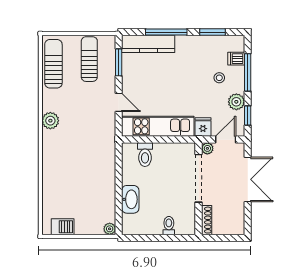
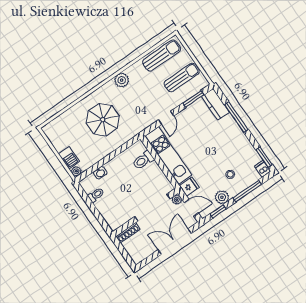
window: (212, 32) -> (264, 157), moved
kitchen counter: (148, 44) -> (215, 104), width x0.67
dishwasher: (236, 59) -> (263, 169), moved
parasol: (76, 167) -> (103, 120), added
double door: (248, 179) -> (175, 241), swing flipped
washbasin: (130, 199) -> (100, 173), width x0.52, depth x0.69
toilet: (169, 226) -> (96, 195), moved
barbecue: (63, 227) -> (69, 158), moved

